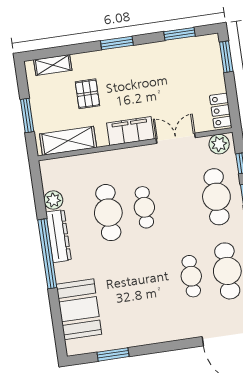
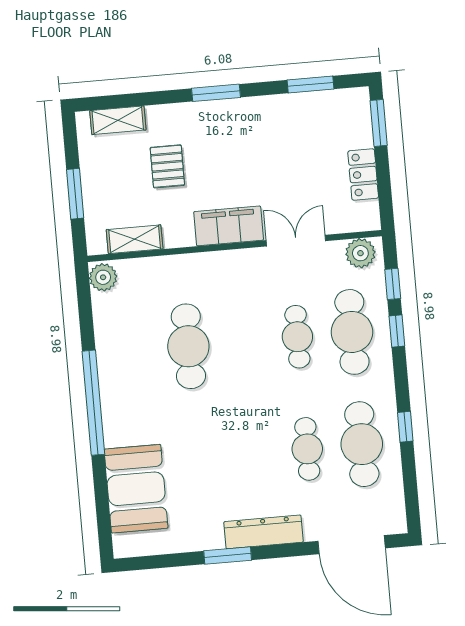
locker: (221, 111) -> (363, 175), moved
shelving: (68, 141) -> (135, 239), width x0.67, depth x0.75
plant: (53, 200) -> (103, 277), moved
cafe table: (144, 207) -> (297, 337), moved
dresser: (59, 236) -> (264, 532), moved, turned -90
window: (113, 354) -> (228, 556), moved

